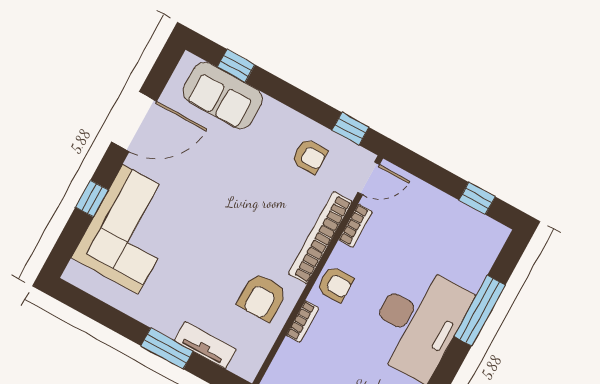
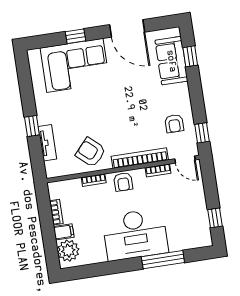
armchair: (262, 297) -> (91, 152), turned 42
window: (167, 349) -> (32, 126), width x0.67

